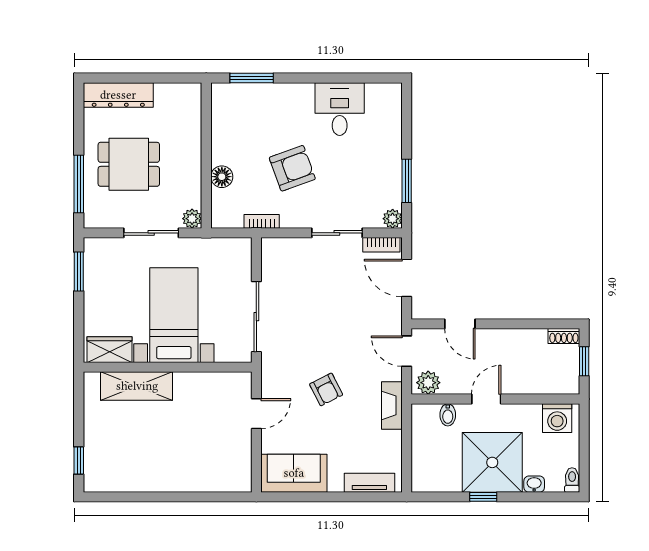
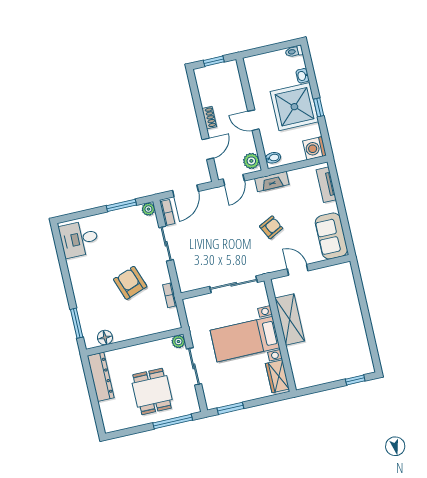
dresser: (118, 95) -> (101, 377), moved
desk: (340, 109) -> (79, 239), moved
floor lamp: (222, 177) -> (105, 338), moved
shoe rack: (564, 336) -> (209, 118), moved
shelving: (137, 386) -> (290, 320), moved
bidet: (448, 415) -> (273, 158), moved
washing machine: (557, 418) -> (315, 148), moved, turned 180

